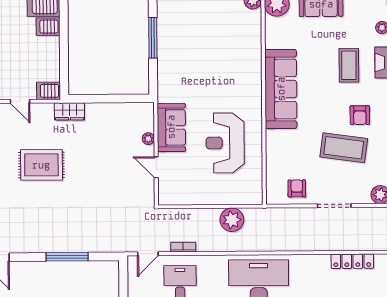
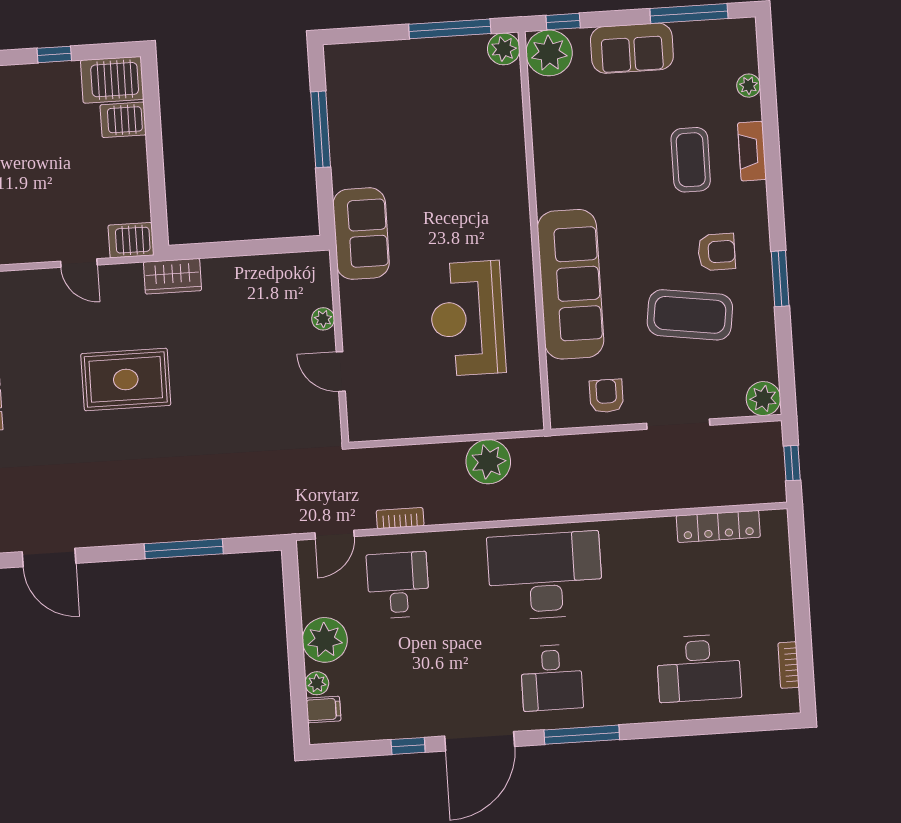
sofa: (281, 89) -> (570, 284), moved
armchair: (360, 115) -> (717, 252), turned -90
sofa: (171, 127) -> (361, 234), moved

